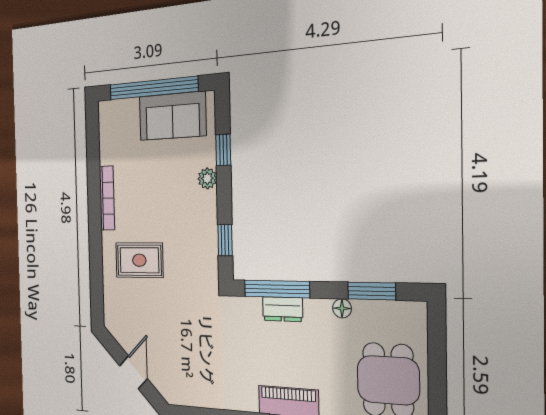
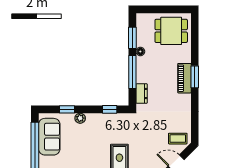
window: (277, 289) -> (132, 72), moved
dresser: (283, 309) -> (142, 93), moved
coffee table: (175, 379) -> (178, 139), added

